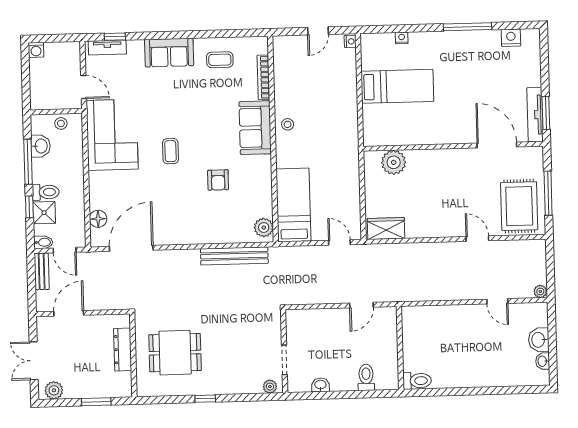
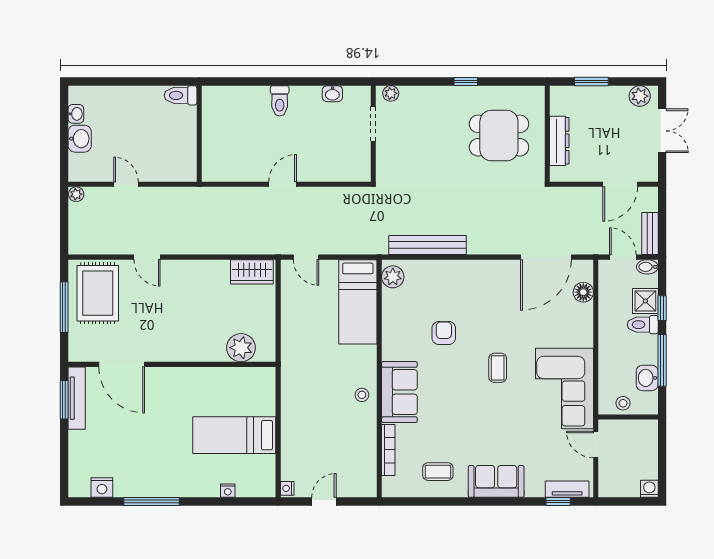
wall: (400, 348) -> (199, 134), moved
toilet: (417, 381) -> (181, 95), moved

